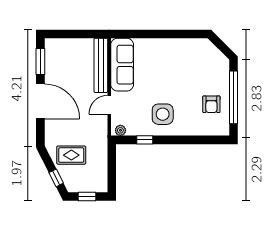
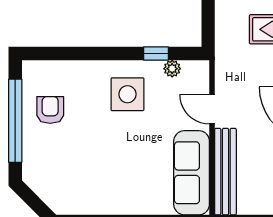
door: (109, 105) -> (212, 109), swing flipped
plant: (120, 130) -> (172, 69), moved

